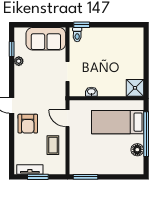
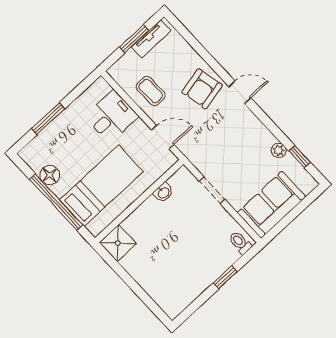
window: (82, 25) -> (225, 277), moved
armchair: (28, 124) -> (202, 89), turned -102
desk: (82, 150) -> (112, 116), added
window: (86, 177) -> (48, 119), moved

